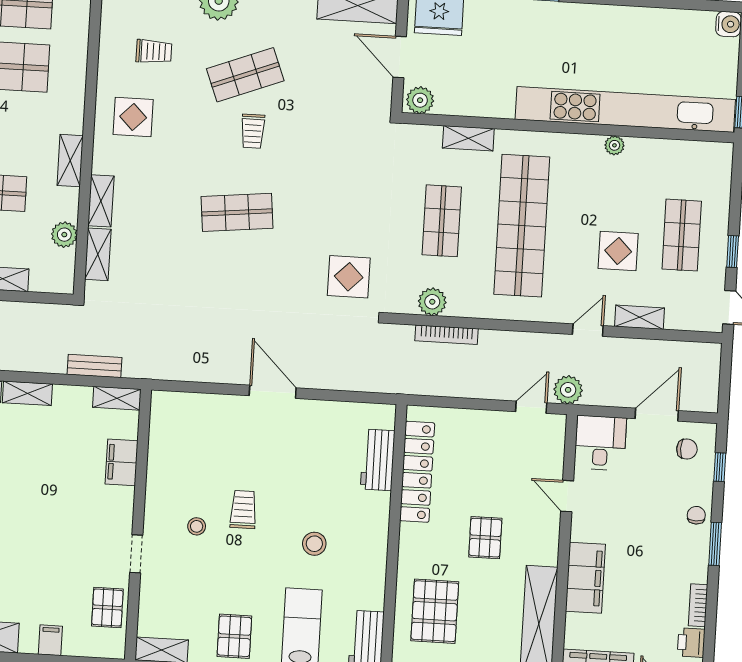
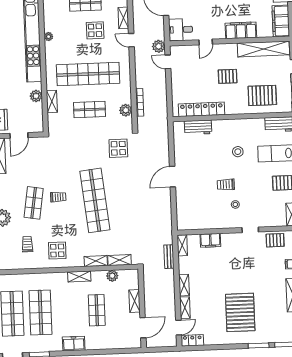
shop shelf: (245, 75) -> (34, 203), turned 30
plant: (420, 100) -> (36, 96), moved
shop shelf: (237, 212) -> (95, 200), width x2.00, depth x1.36

